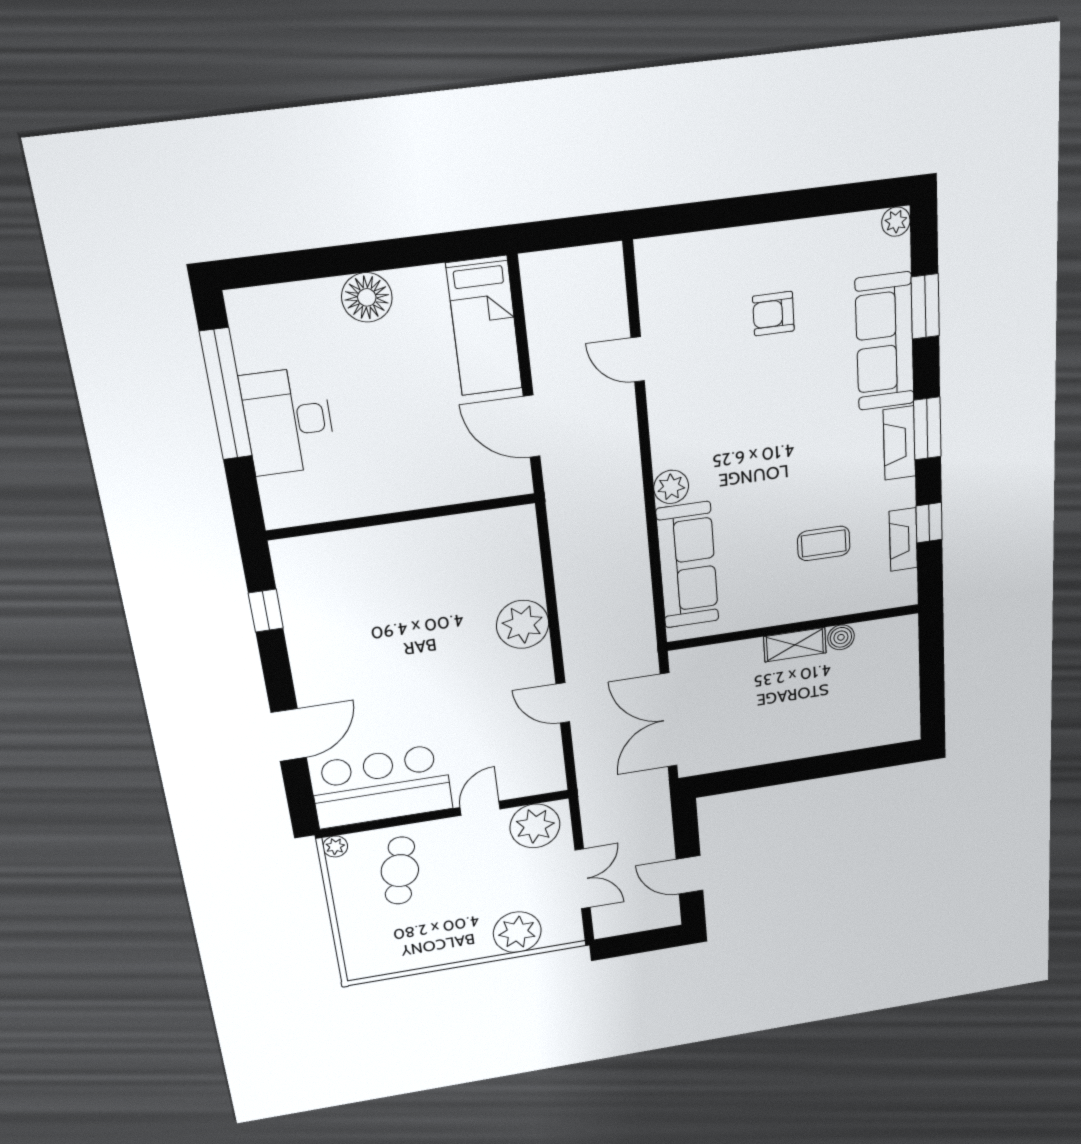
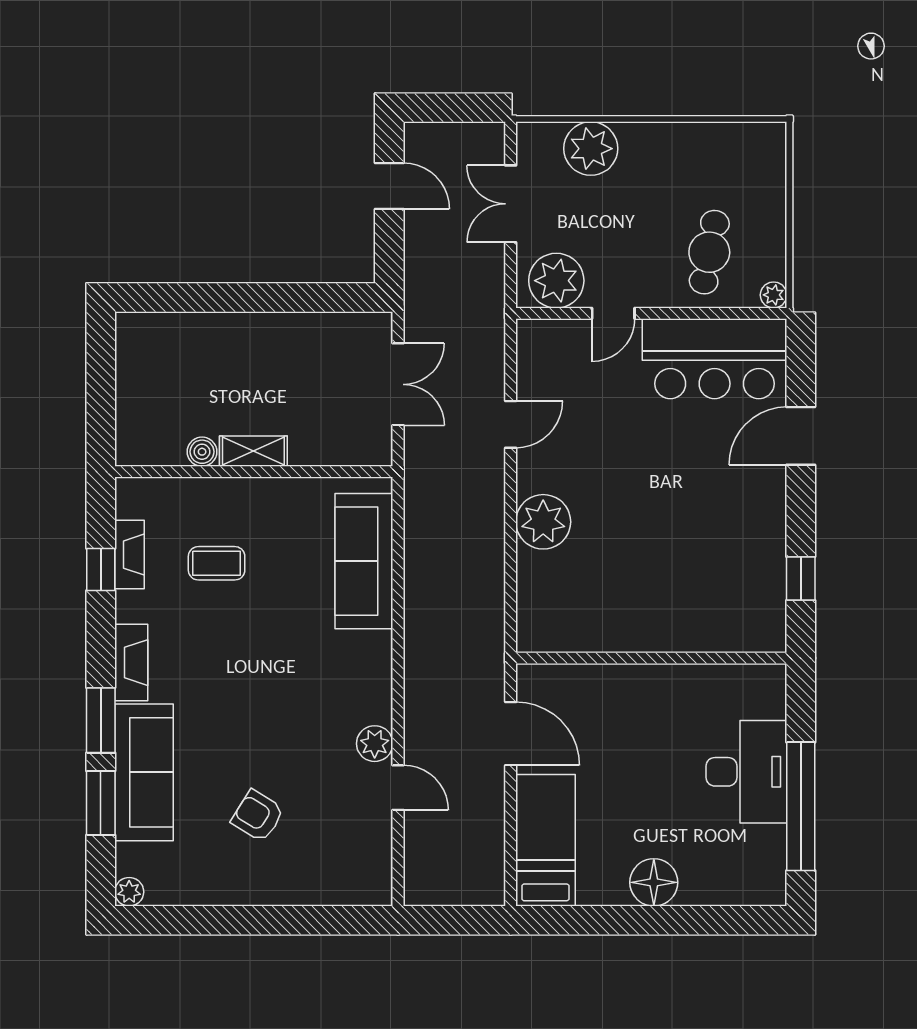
armchair: (773, 314) -> (258, 816), turned -148
window: (927, 429) -> (101, 720), moved
plant: (671, 487) -> (375, 744), moved
door: (563, 703) -> (511, 424), hinge flipped
double door: (669, 720) -> (398, 384), width x0.73

